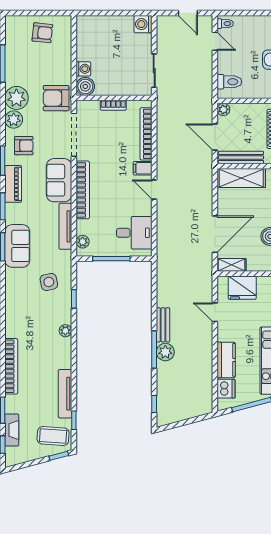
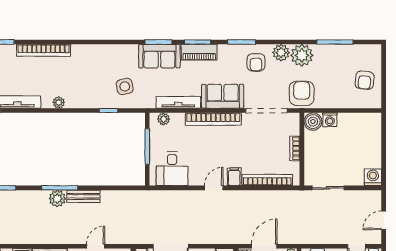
piano: (13, 184) -> (199, 52), moved
plant: (65, 331) -> (59, 102), moved

